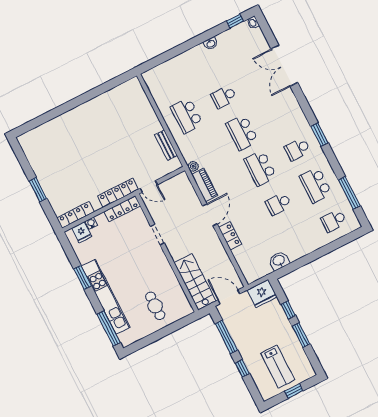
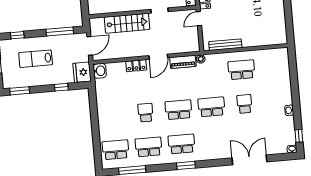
bench: (166, 145) -> (225, 45), width x1.36
school desk: (297, 149) -> (182, 144), width x1.85
door: (210, 215) -> (158, 57), hinge flipped
school desk: (334, 221) -> (116, 150), width x1.85
washbasin: (279, 261) -> (100, 71), moved
stairs: (195, 282) -> (127, 23), moved
window: (301, 335) -> (20, 91), moved
lab bench: (278, 366) -> (36, 59), moved
window: (242, 368) -> (17, 35), moved

